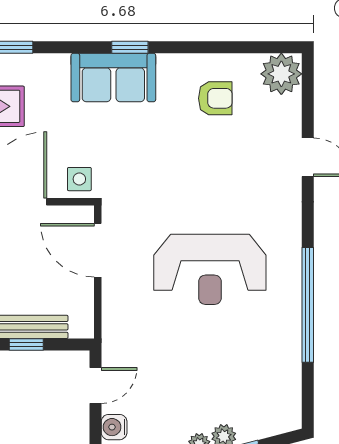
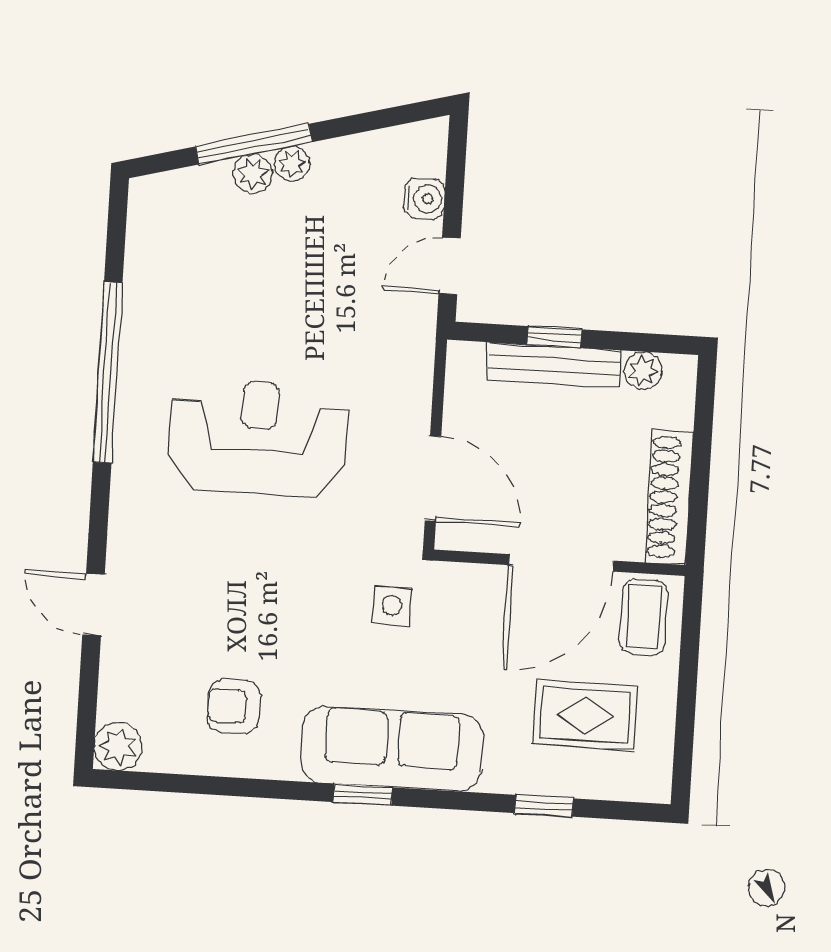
plant: (281, 74) -> (118, 746), width x0.73, depth x0.73
sofa: (113, 78) -> (392, 749), width x1.36
side table: (79, 179) -> (392, 605), moved

